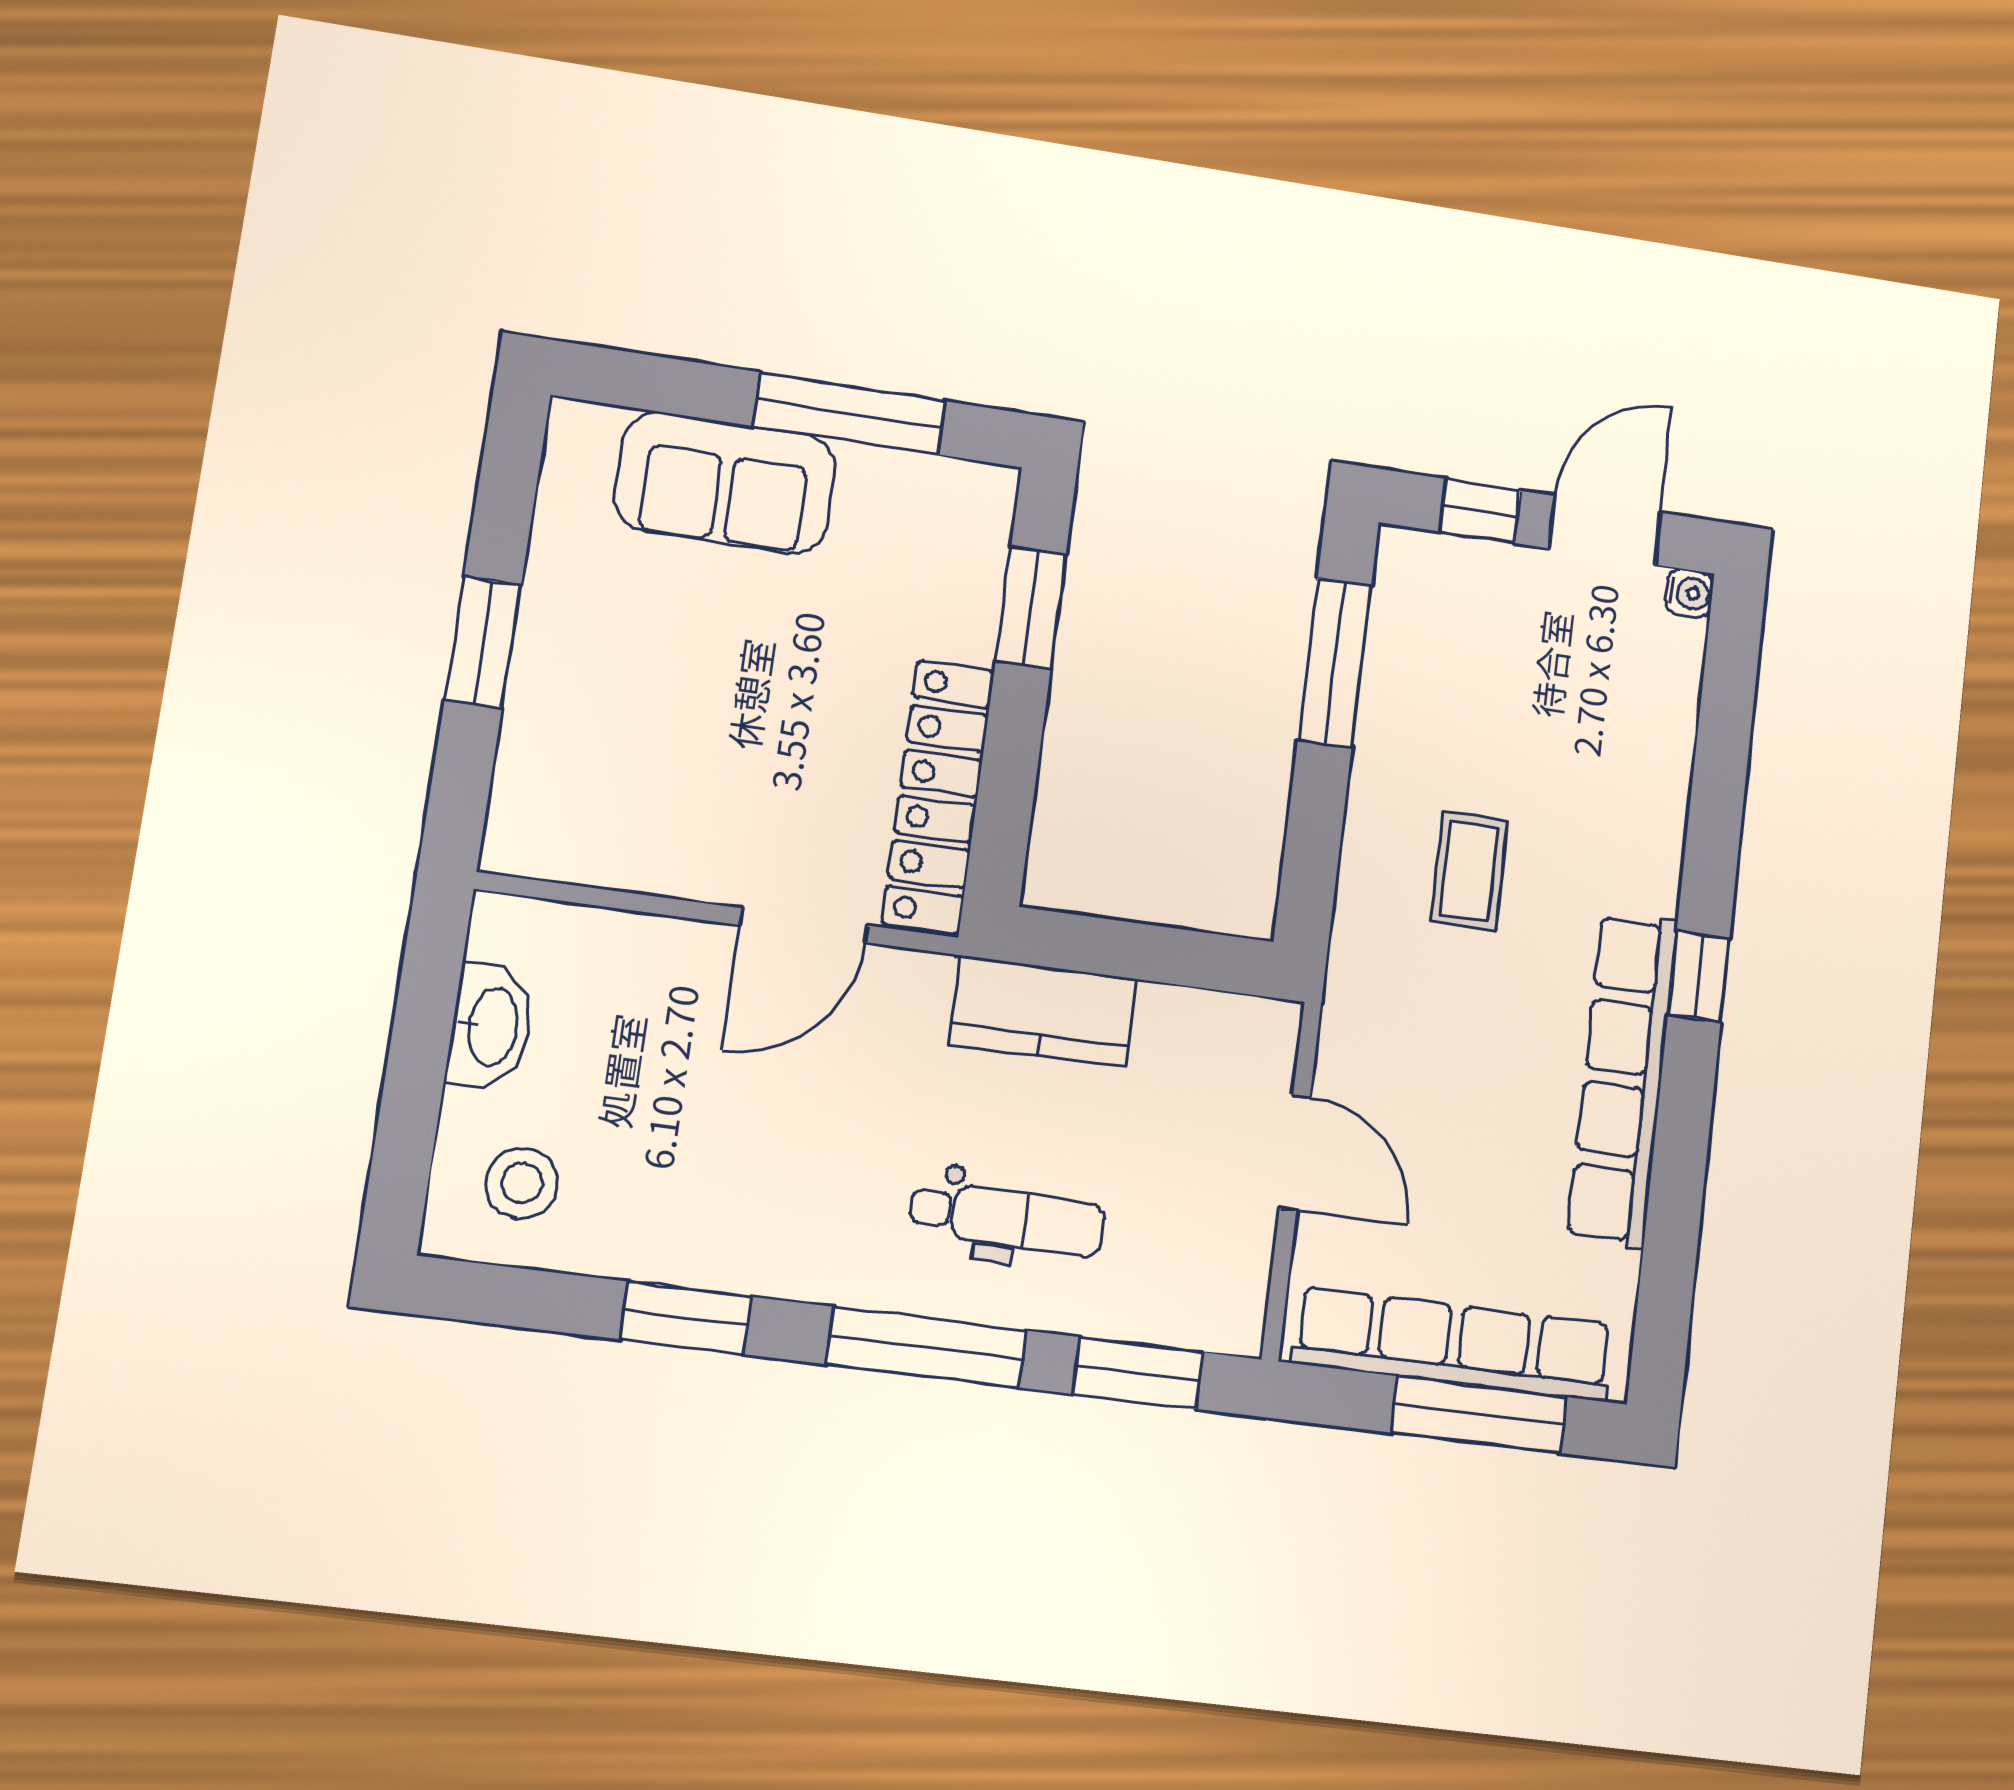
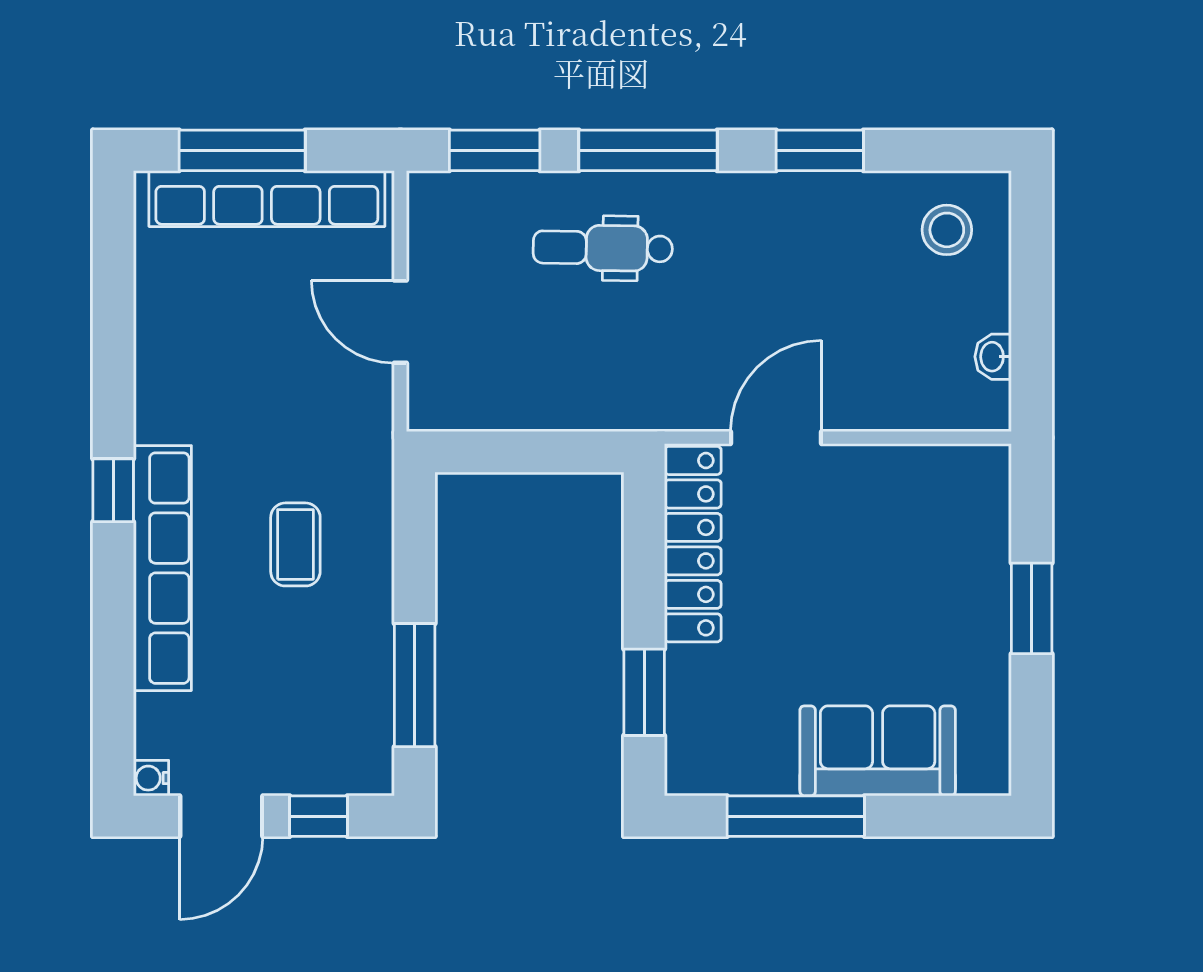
kitchen counter: (1043, 1011) -> (597, 399), removed
washbasin: (491, 1027) -> (993, 357), width x0.52, depth x0.69
row of seats: (1623, 1079) -> (162, 568), moved

